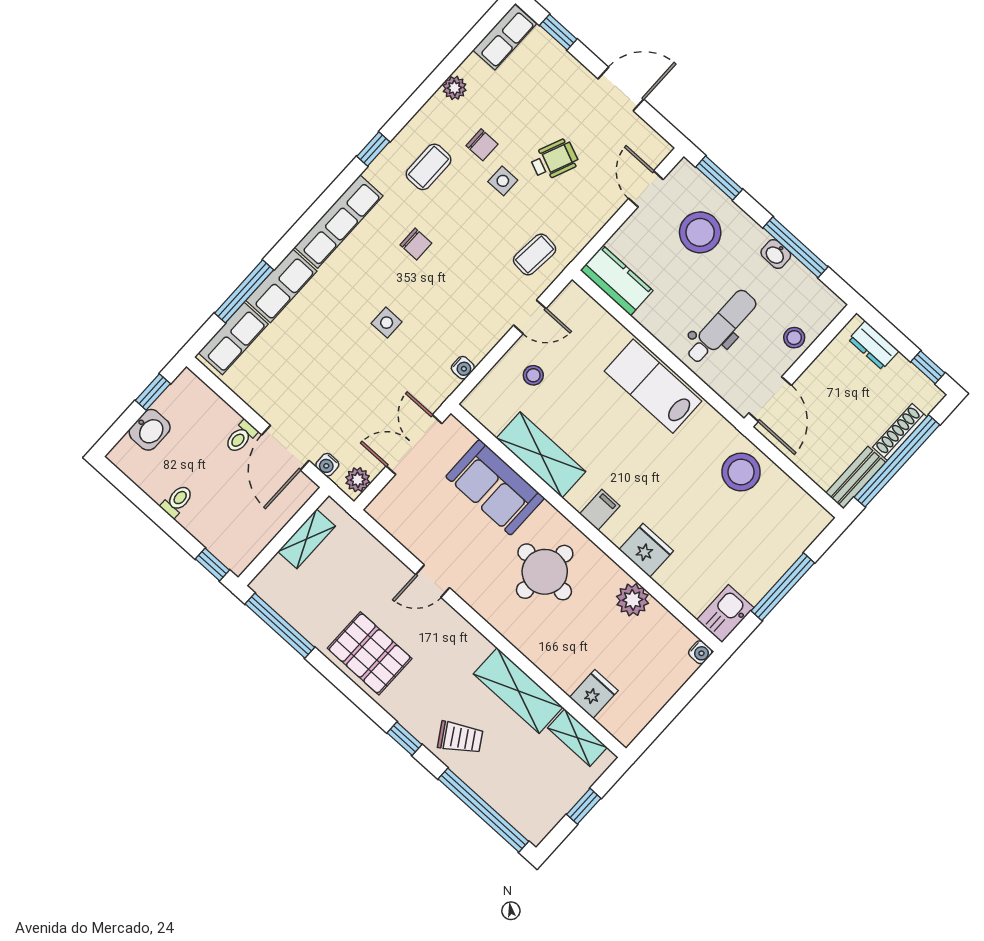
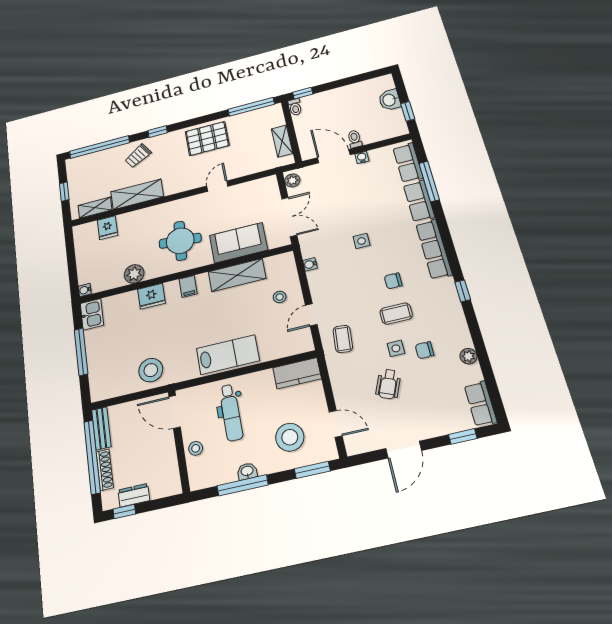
coffee table: (429, 167) -> (396, 314), moved, turned 90
dresser: (874, 345) -> (134, 495), moved
water cooler: (327, 465) -> (362, 157), moved
toilet: (177, 501) -> (295, 107), moved

